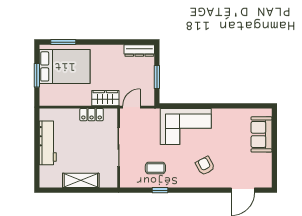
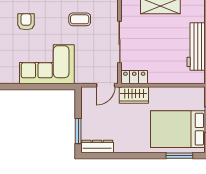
window: (157, 77) -> (78, 131), moved
locker: (92, 115) -> (134, 77), moved
armchair: (205, 166) -> (26, 22), turned -152

